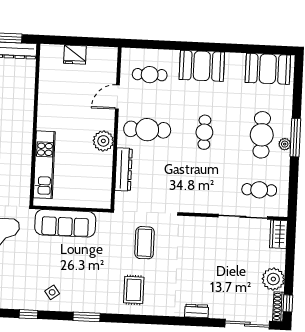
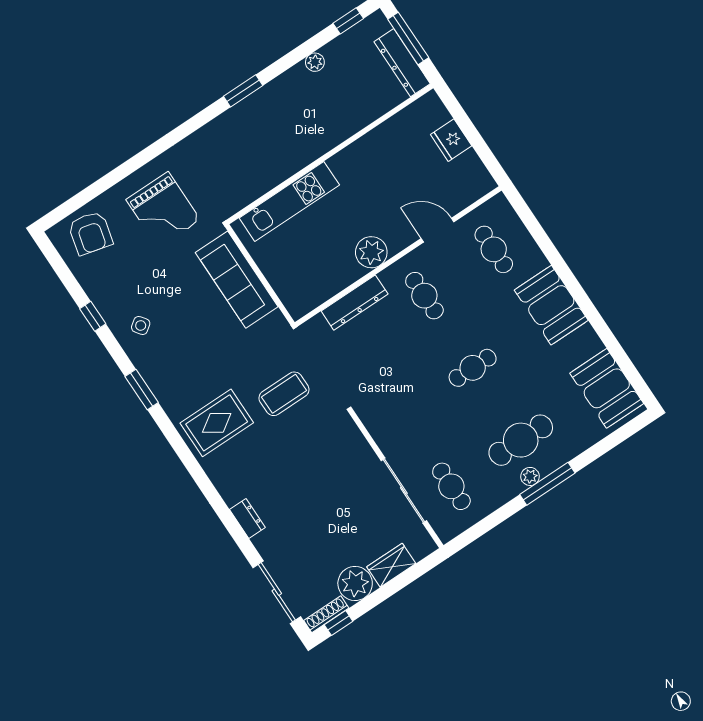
cafe table: (147, 130) -> (424, 296), width x0.73, depth x0.74
wardrobe: (279, 234) -> (391, 565), moved
rug: (134, 290) -> (217, 423), width x1.36, depth x1.43

